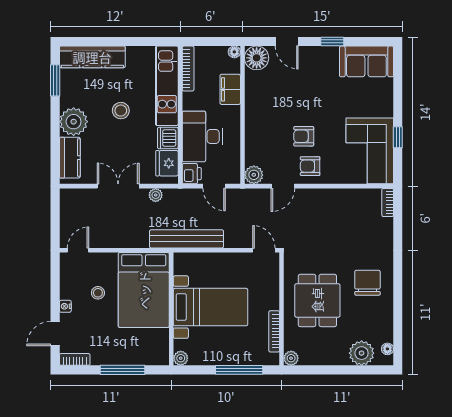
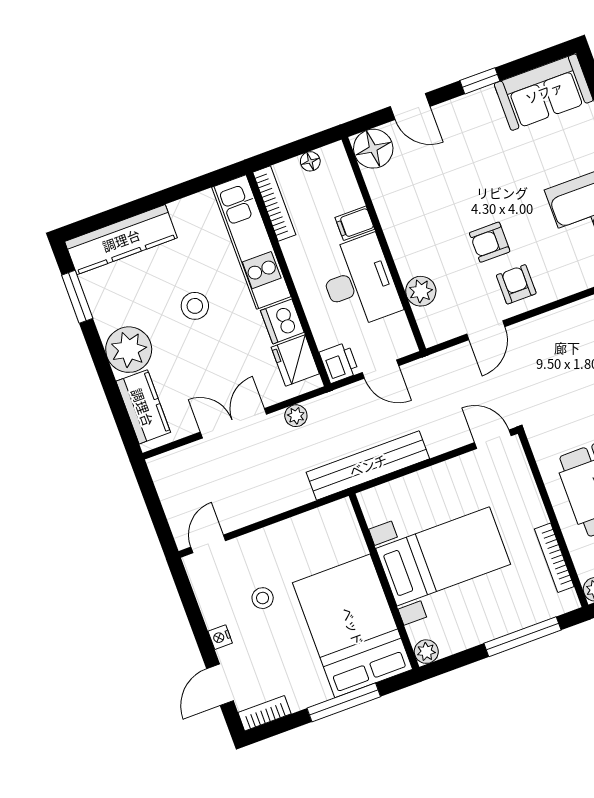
floor lamp: (234, 52) -> (310, 161), moved
filing cabinet: (230, 89) -> (355, 223), width x0.50
desk: (202, 136) -> (359, 282), moved, turned 180
armchair: (310, 166) -> (516, 284), turned 90
plant: (254, 175) -> (421, 291), moved
bed: (144, 290) -> (353, 626), moved, turned 180

